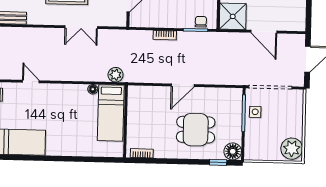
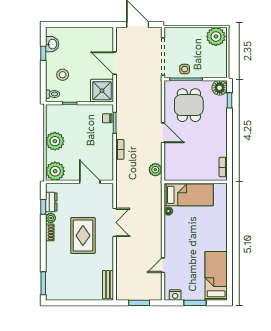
door: (264, 32) -> (115, 63), swing flipped
plant: (116, 75) -> (155, 170), moved
dining table: (196, 130) -> (189, 105), moved

